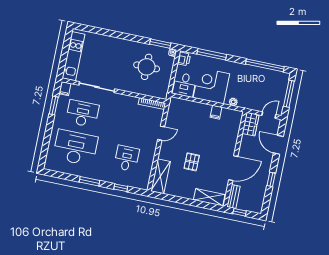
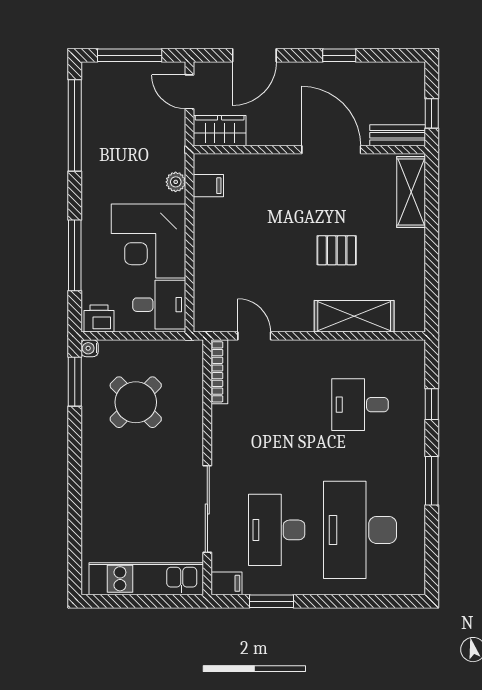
round table: (147, 67) -> (136, 402), turned 45
filing cabinet: (216, 112) -> (208, 186), moved
door: (161, 133) -> (254, 336), moved
shelving: (161, 176) -> (354, 316), moved

